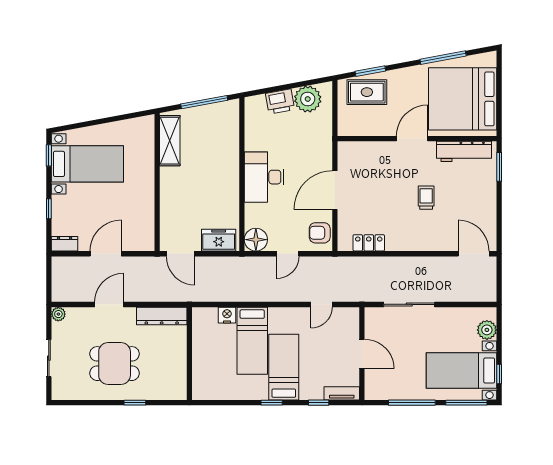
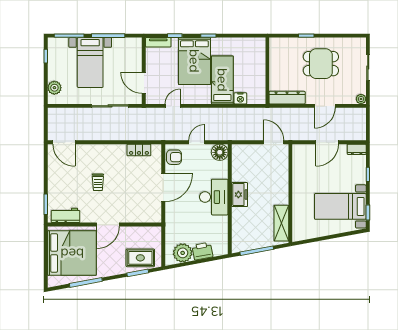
workbench: (464, 151) -> (65, 215), width x0.73
freezer: (219, 240) -> (240, 195), moved, turned -90
door: (362, 354) -> (144, 83), moved
bed: (284, 367) -> (194, 61), width x1.50
bed with nightstands: (461, 370) -> (90, 63), moved, turned 90

